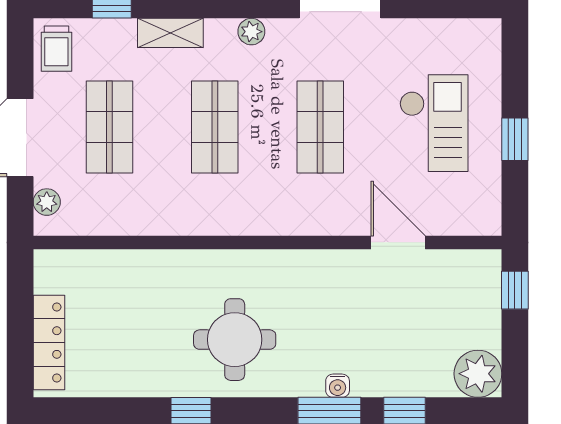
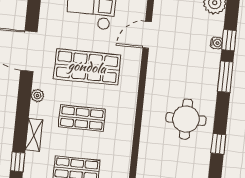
shop shelf: (320, 127) -> (87, 67), width x1.43, depth x1.36
water cooler: (338, 386) -> (216, 43), moved

